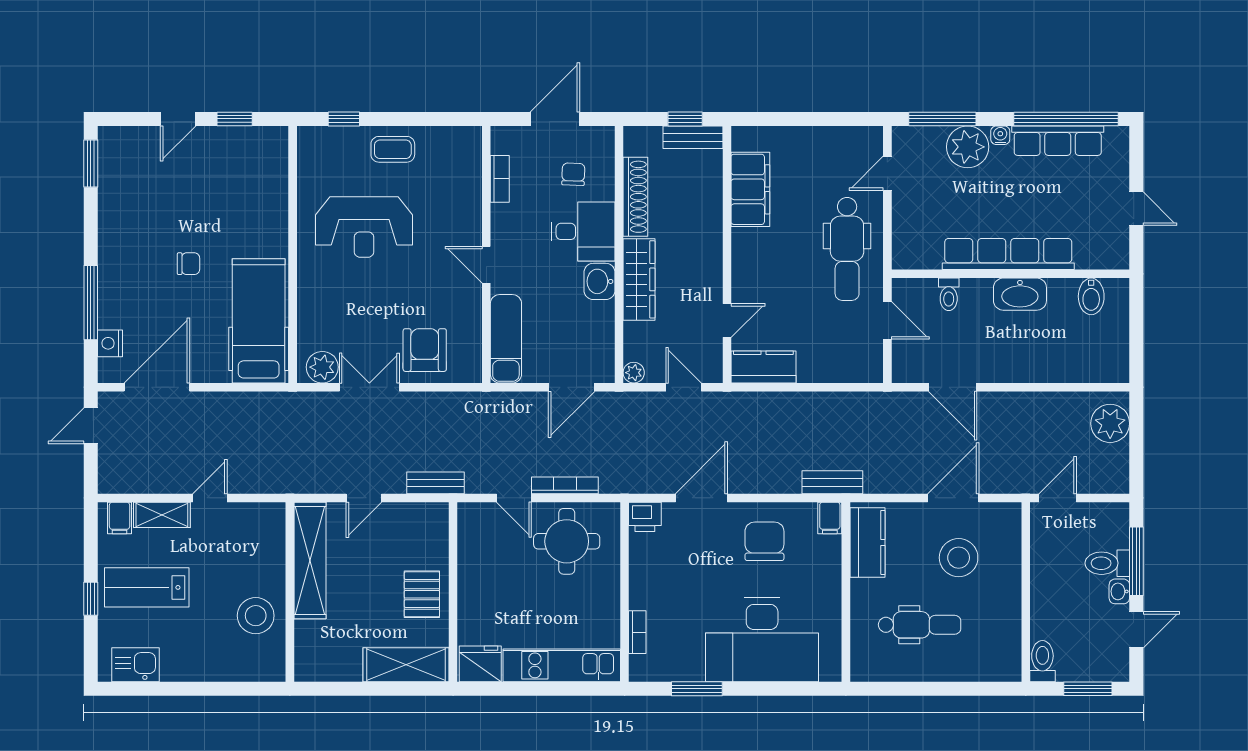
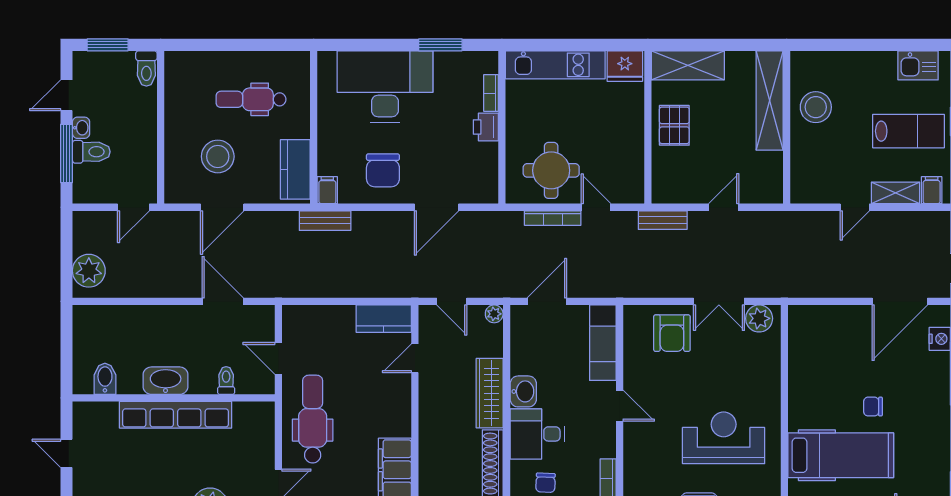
hospital bed: (259, 321) -> (841, 455), moved, turned -90
printer: (645, 517) -> (486, 127), moved, turned -90
shelving: (310, 560) -> (770, 100), moved

